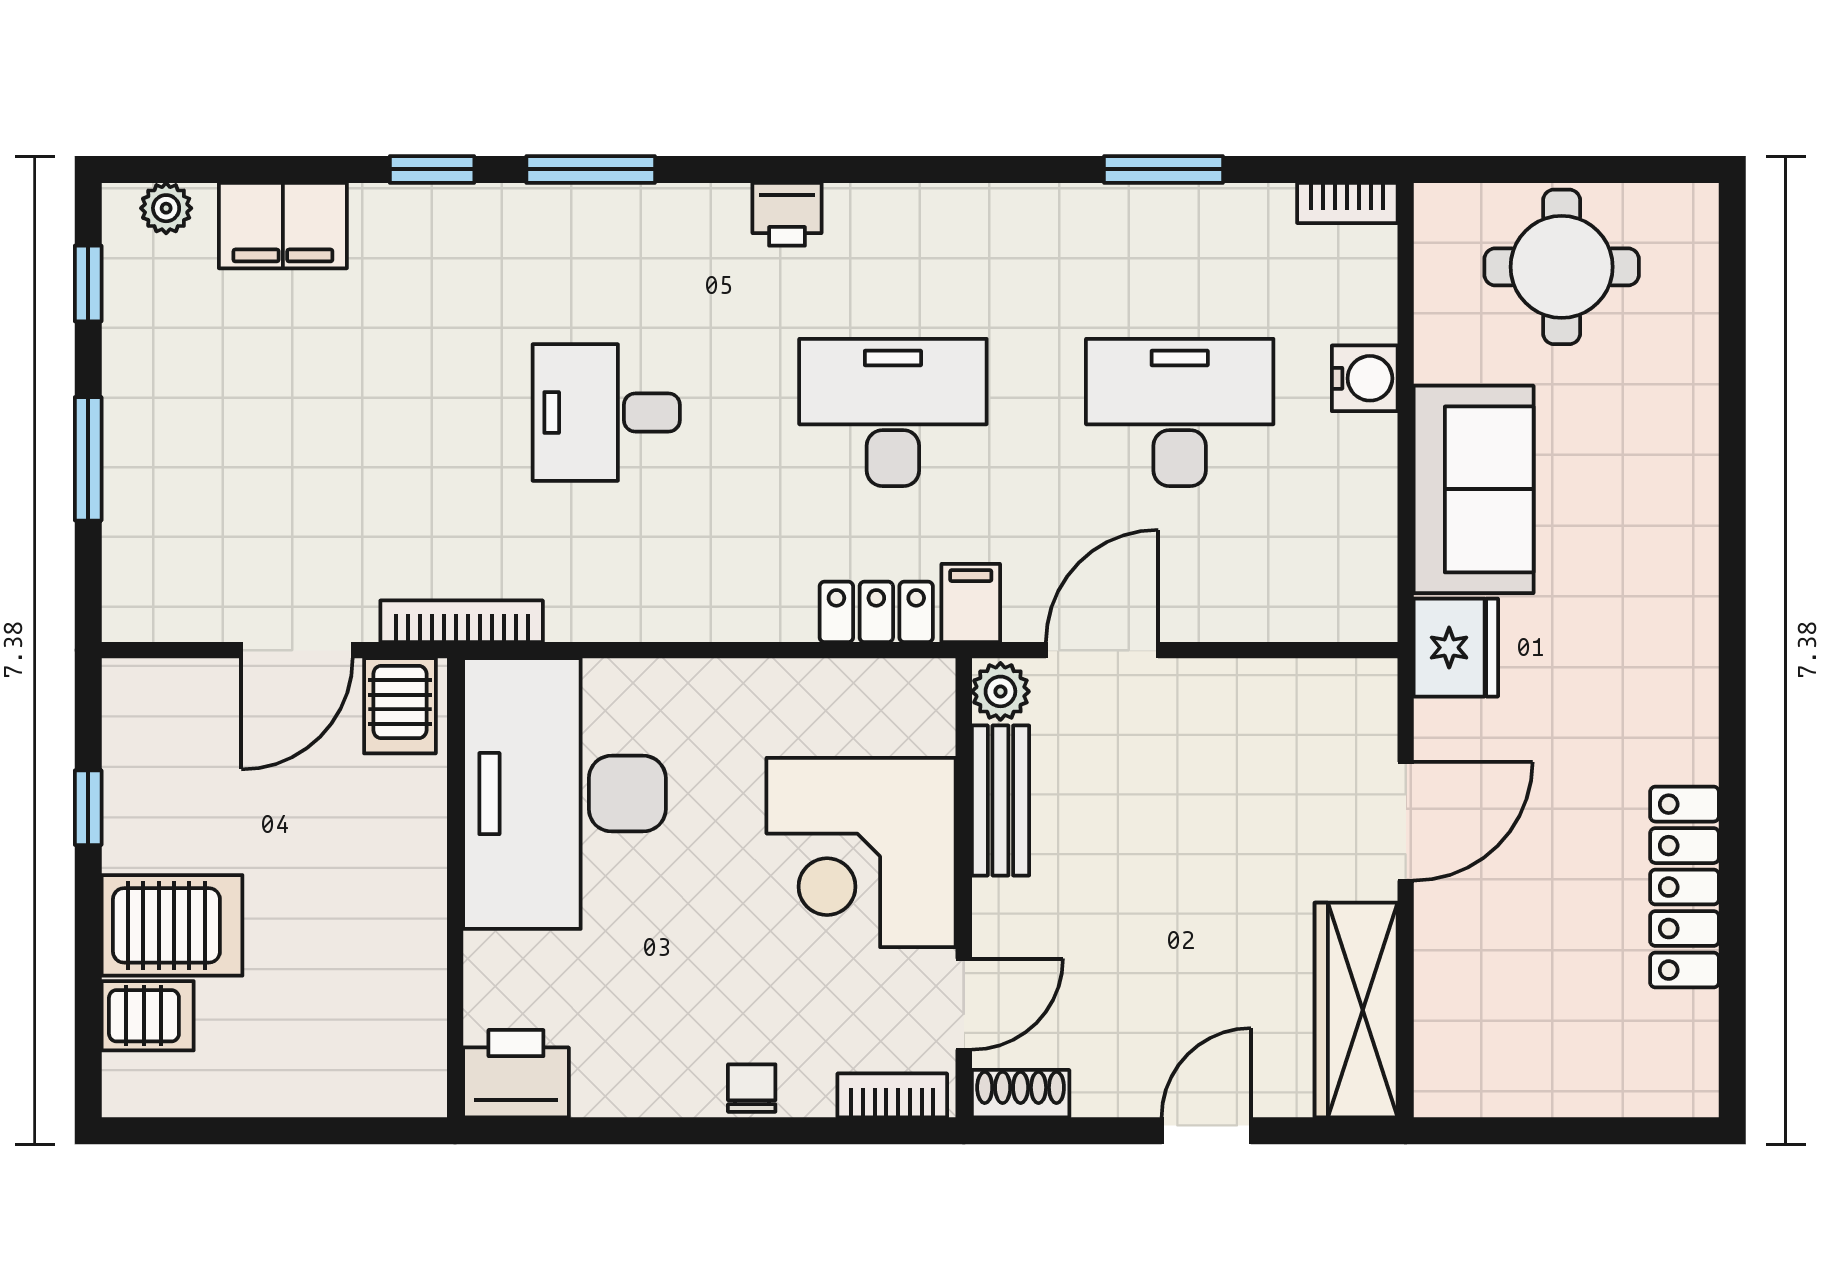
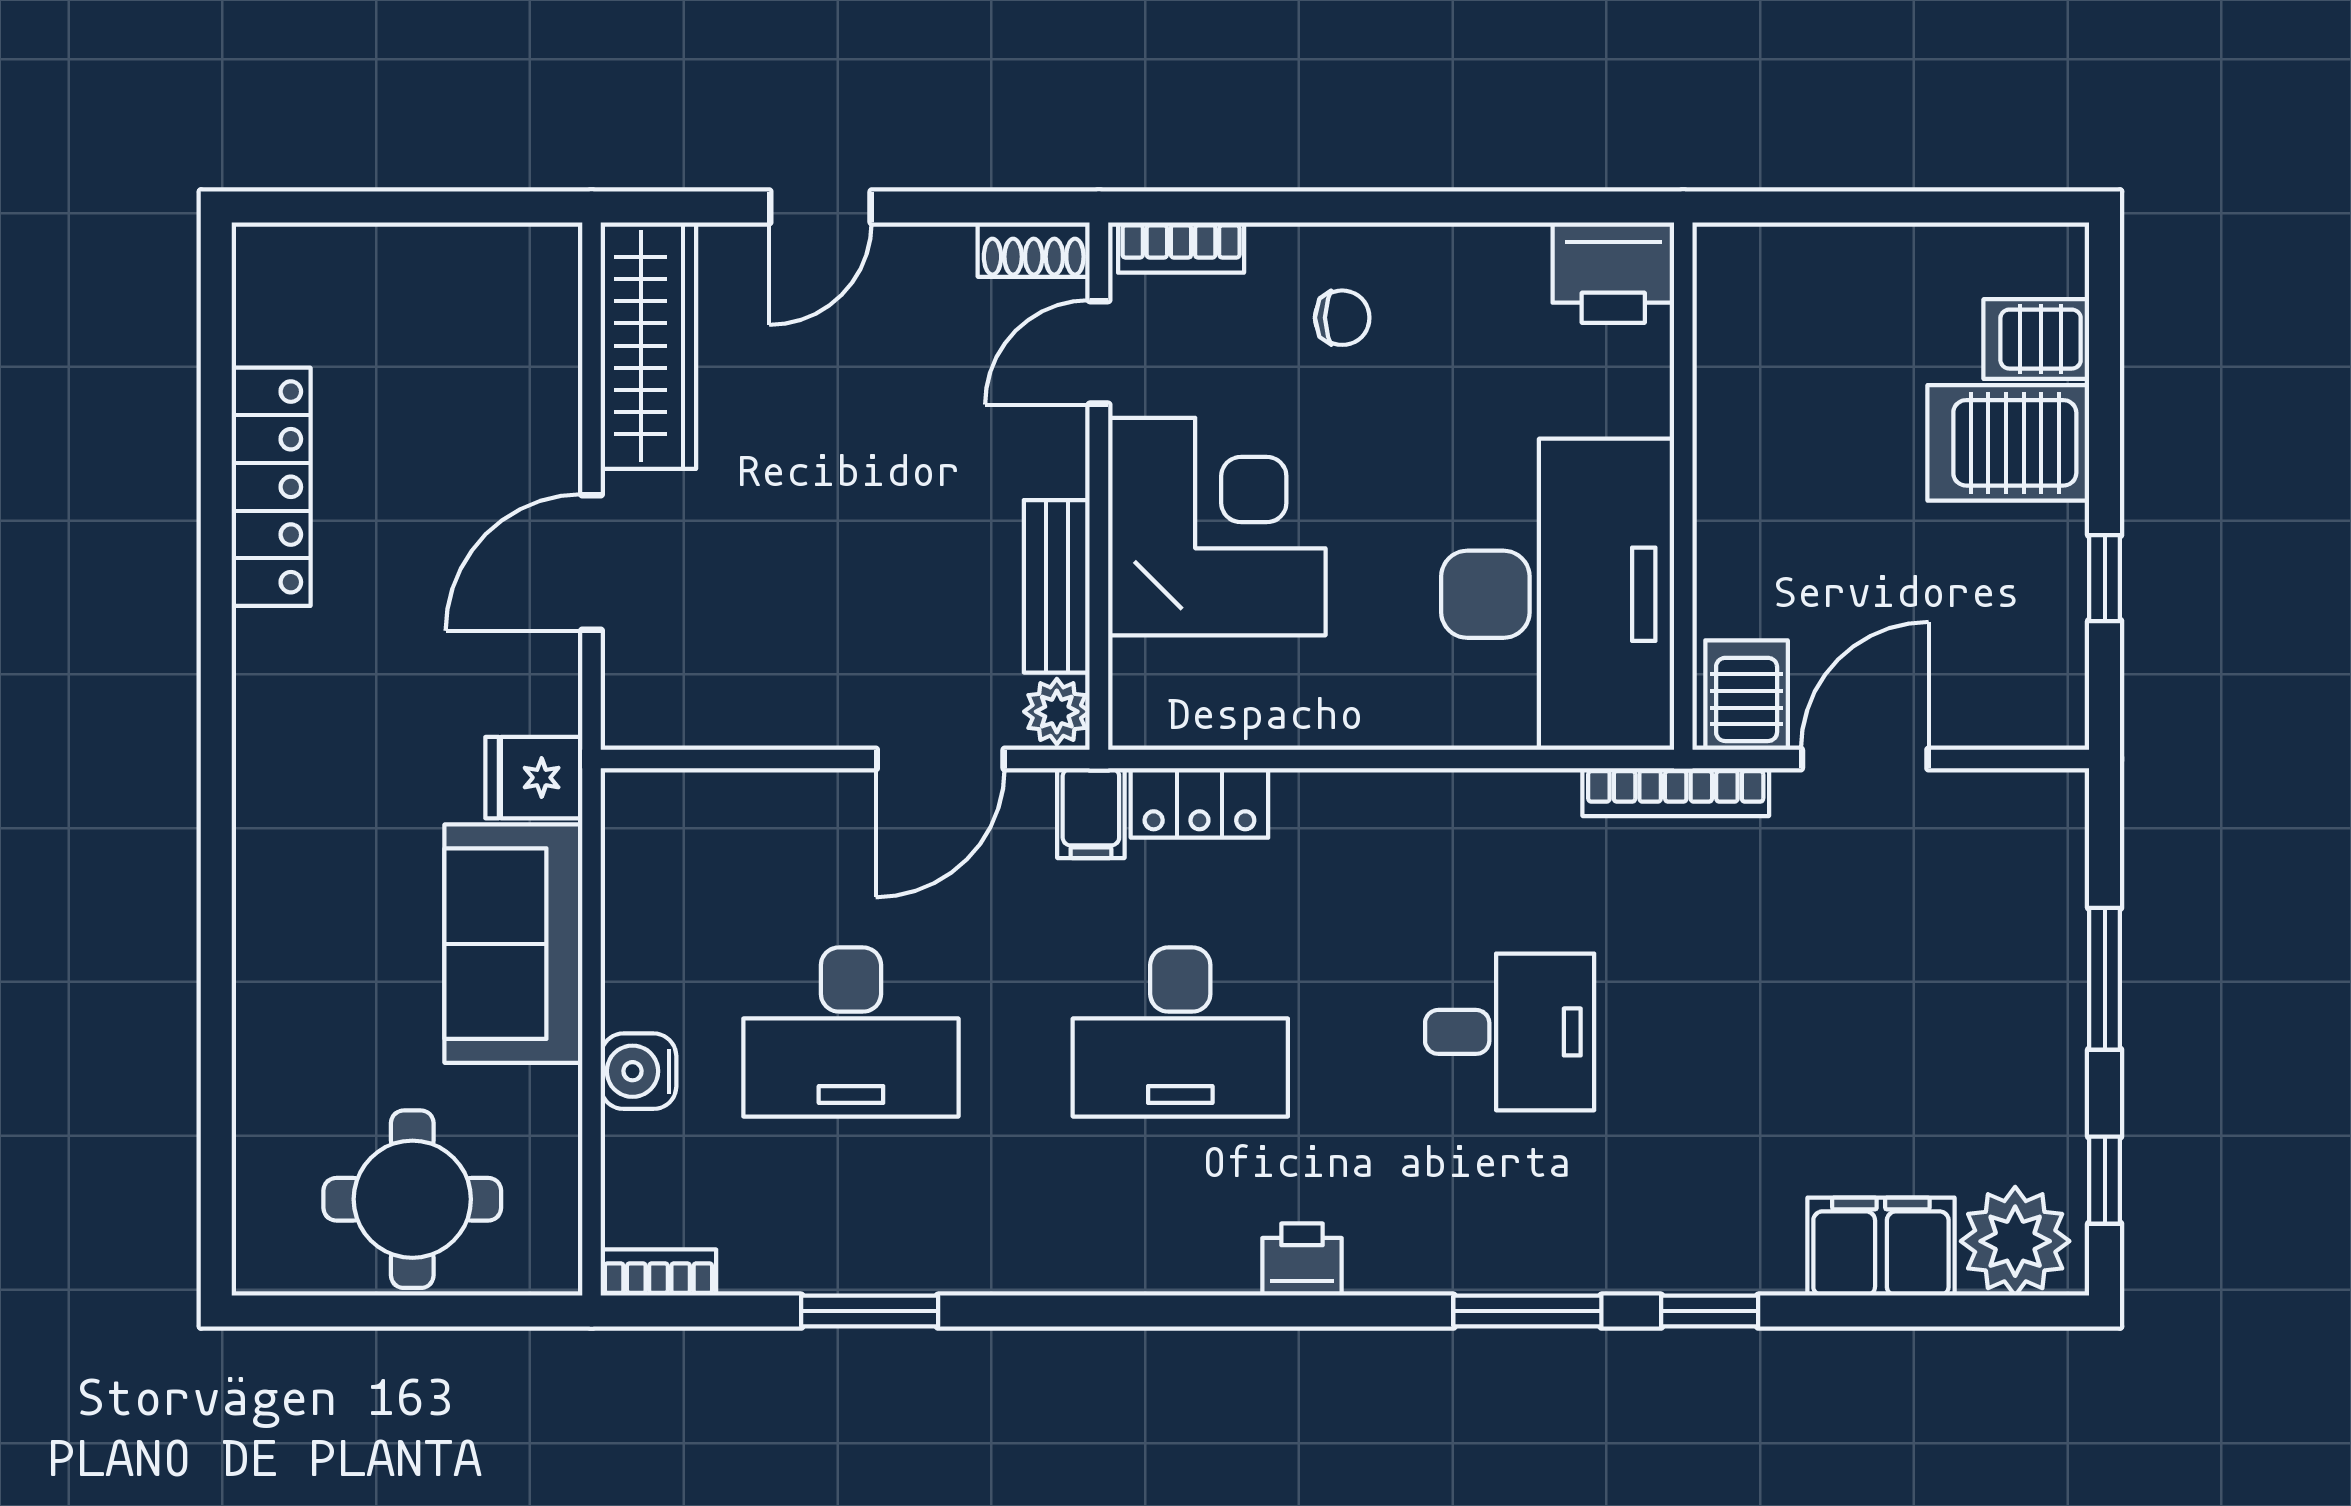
plant: (166, 208) -> (2015, 1241), width x1.88, depth x1.88
fridge: (1456, 648) -> (534, 778), width x0.72
chair: (752, 1088) -> (1342, 318), moved, turned -90

